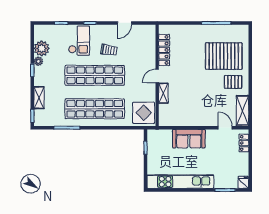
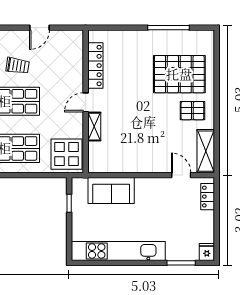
sofa: (189, 139) -> (111, 191), moved

